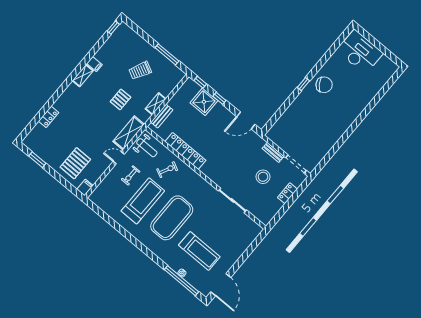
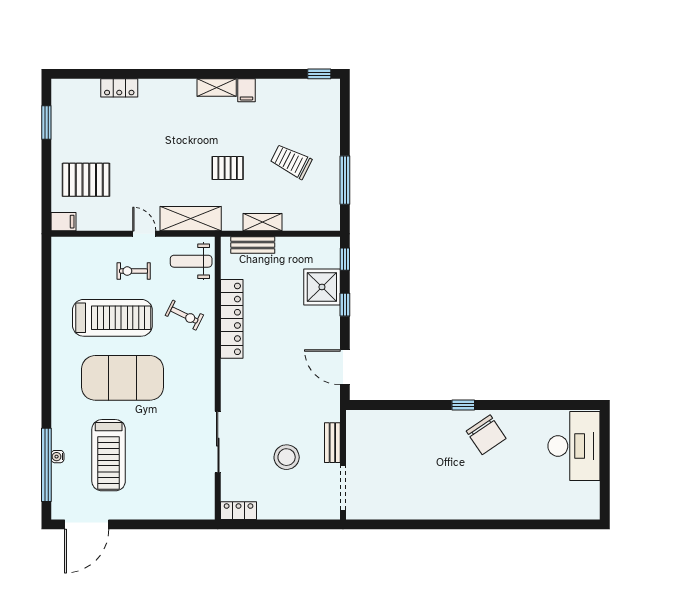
weight bench: (147, 148) -> (191, 261), turned 90
locker: (287, 193) -> (239, 511), moved

